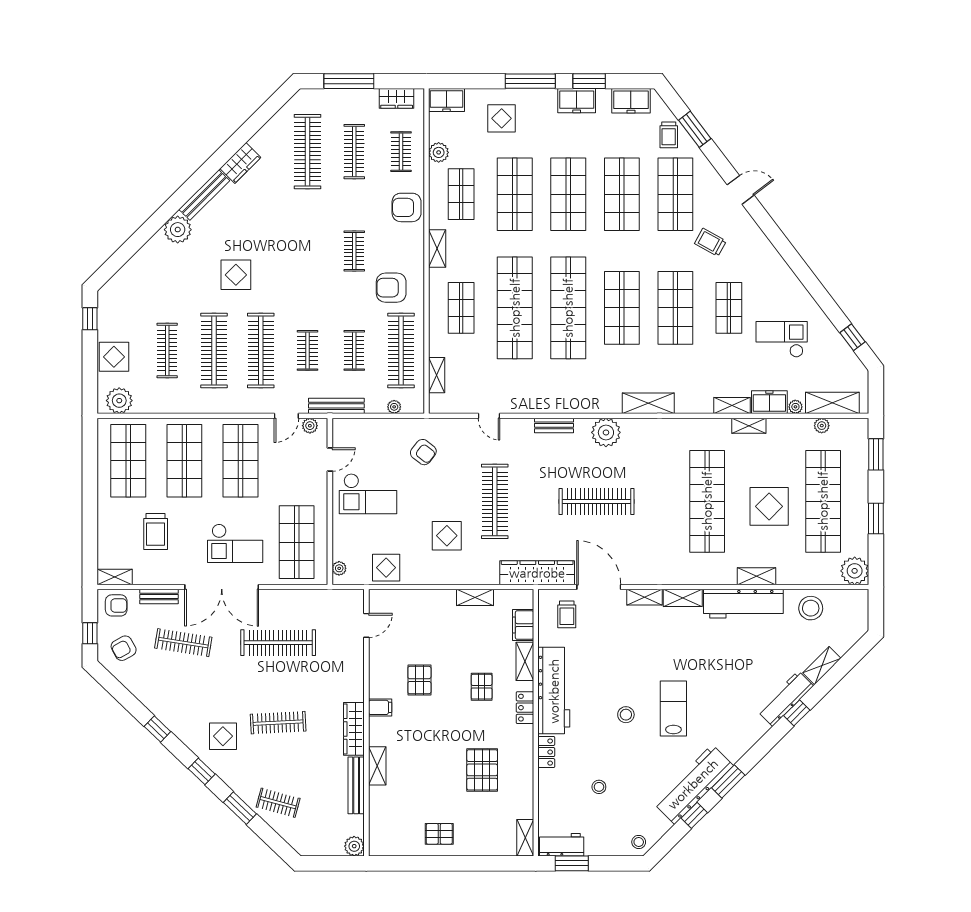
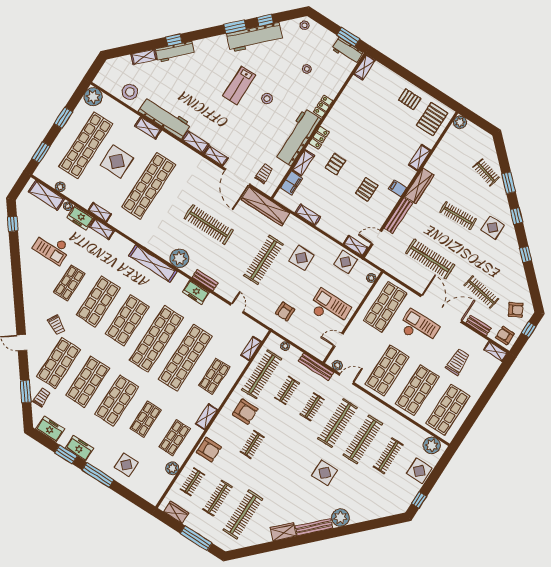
freezer: (447, 100) -> (196, 292), moved, turned 180
shop shelf: (515, 194) -> (146, 419), width x0.70, depth x0.74
shelving: (648, 403) -> (153, 264), width x1.47
armchair: (423, 452) -> (285, 311), turned -128
shelving: (387, 597) -> (356, 246), added
pallet: (482, 770) -> (432, 119), moved
bench: (356, 785) -> (398, 216), moved

